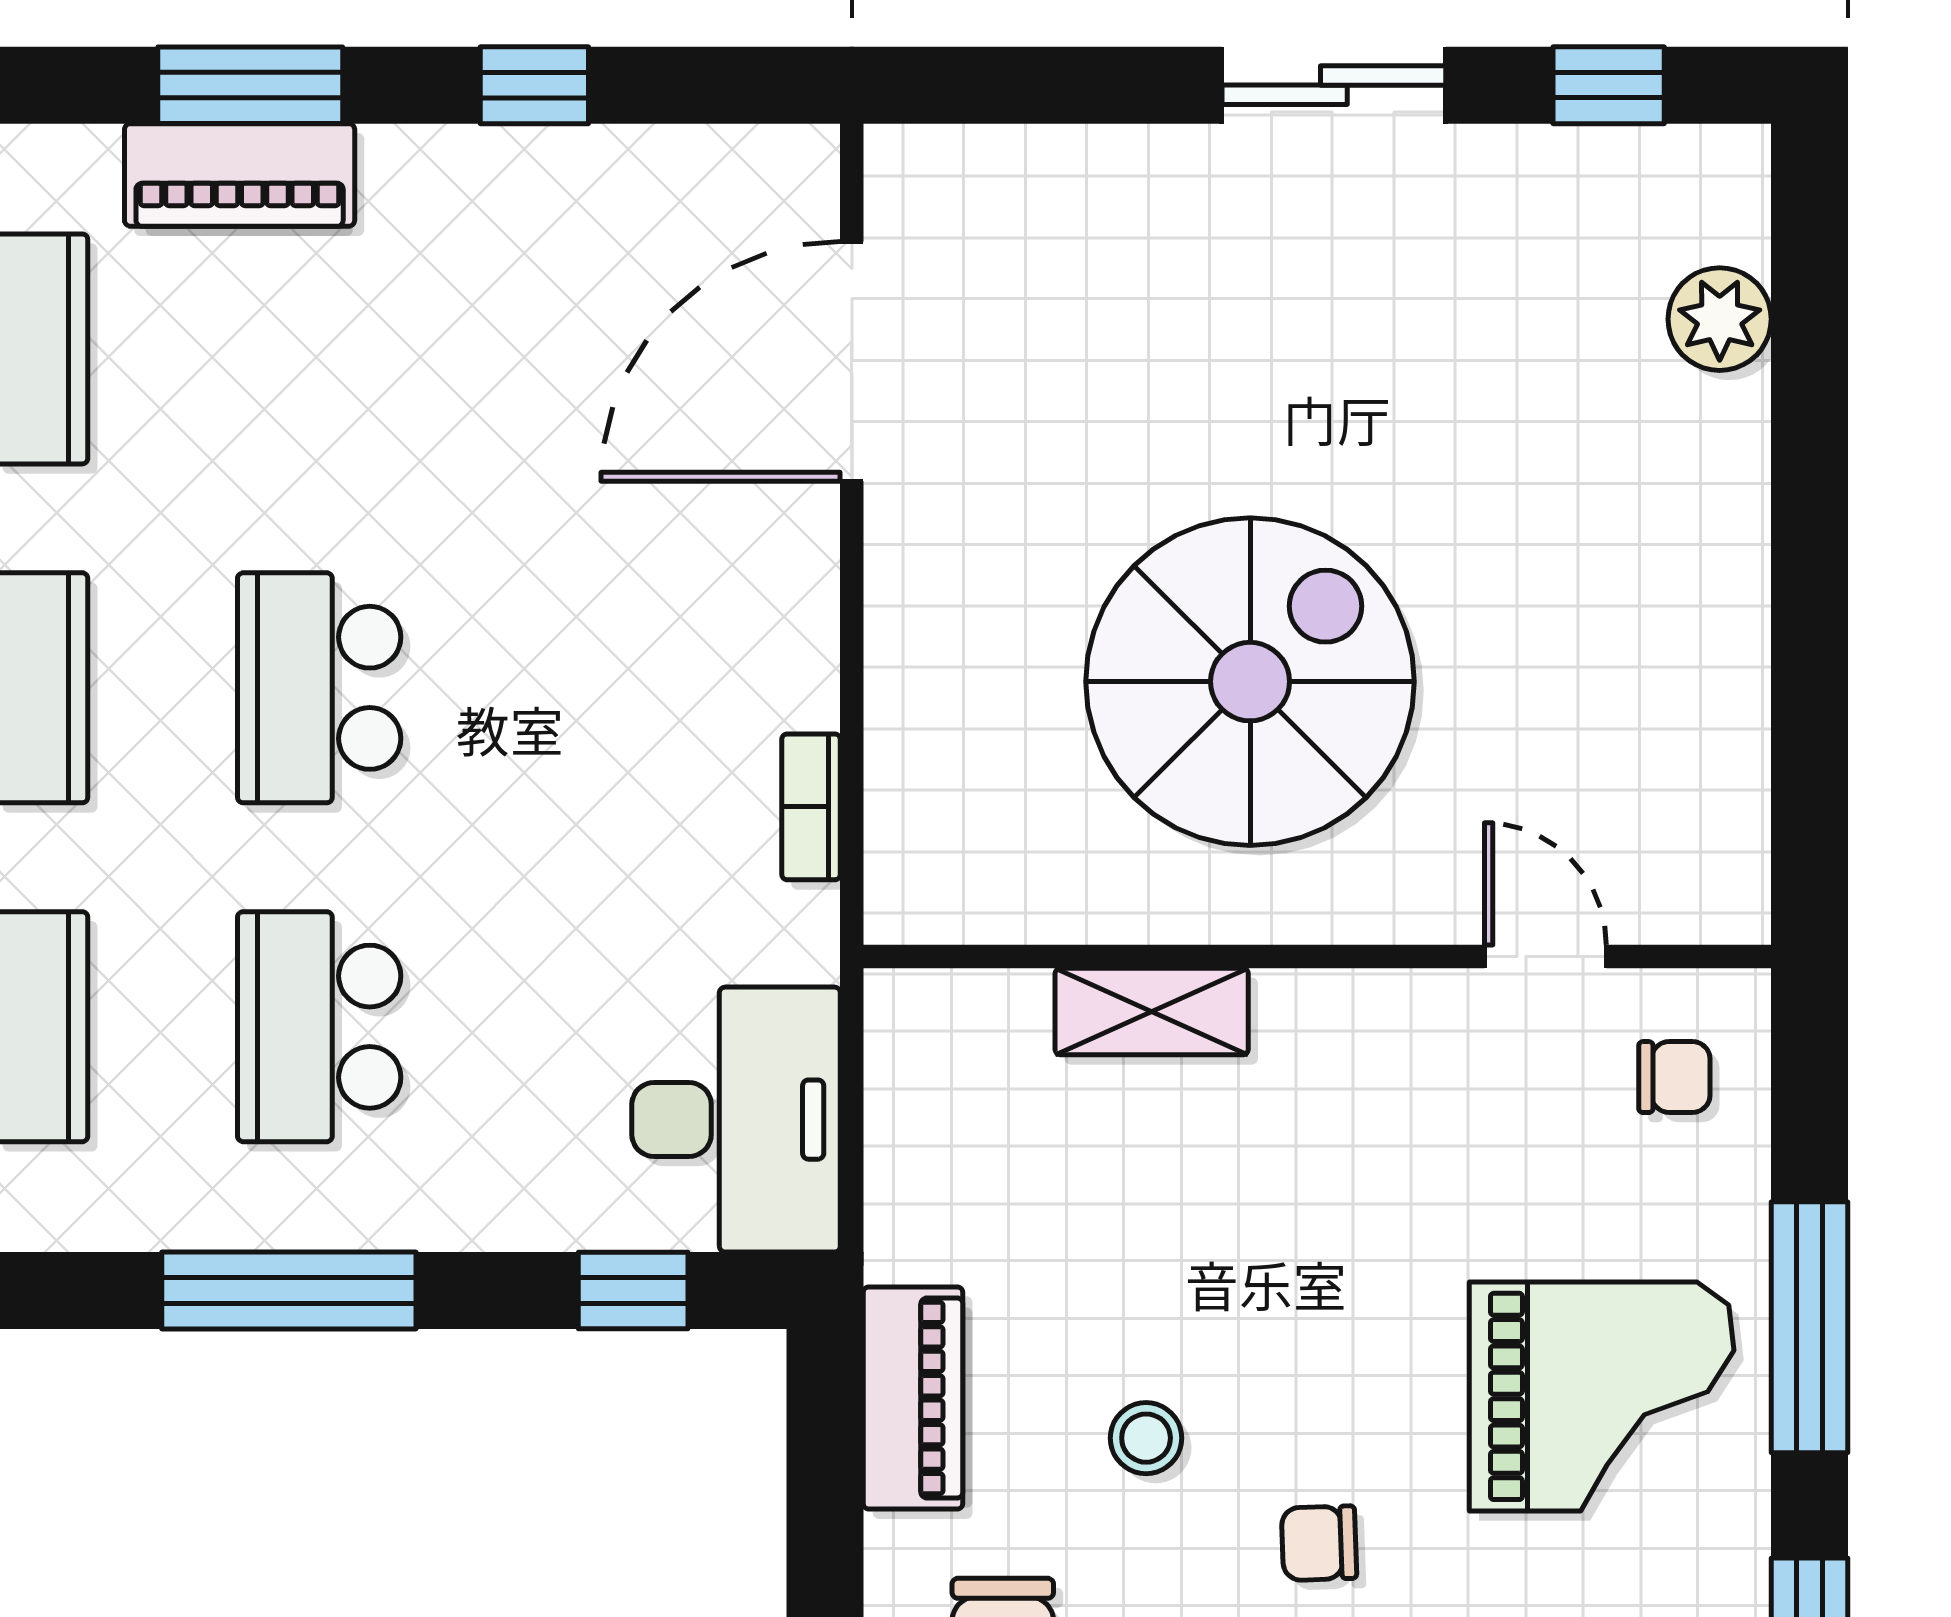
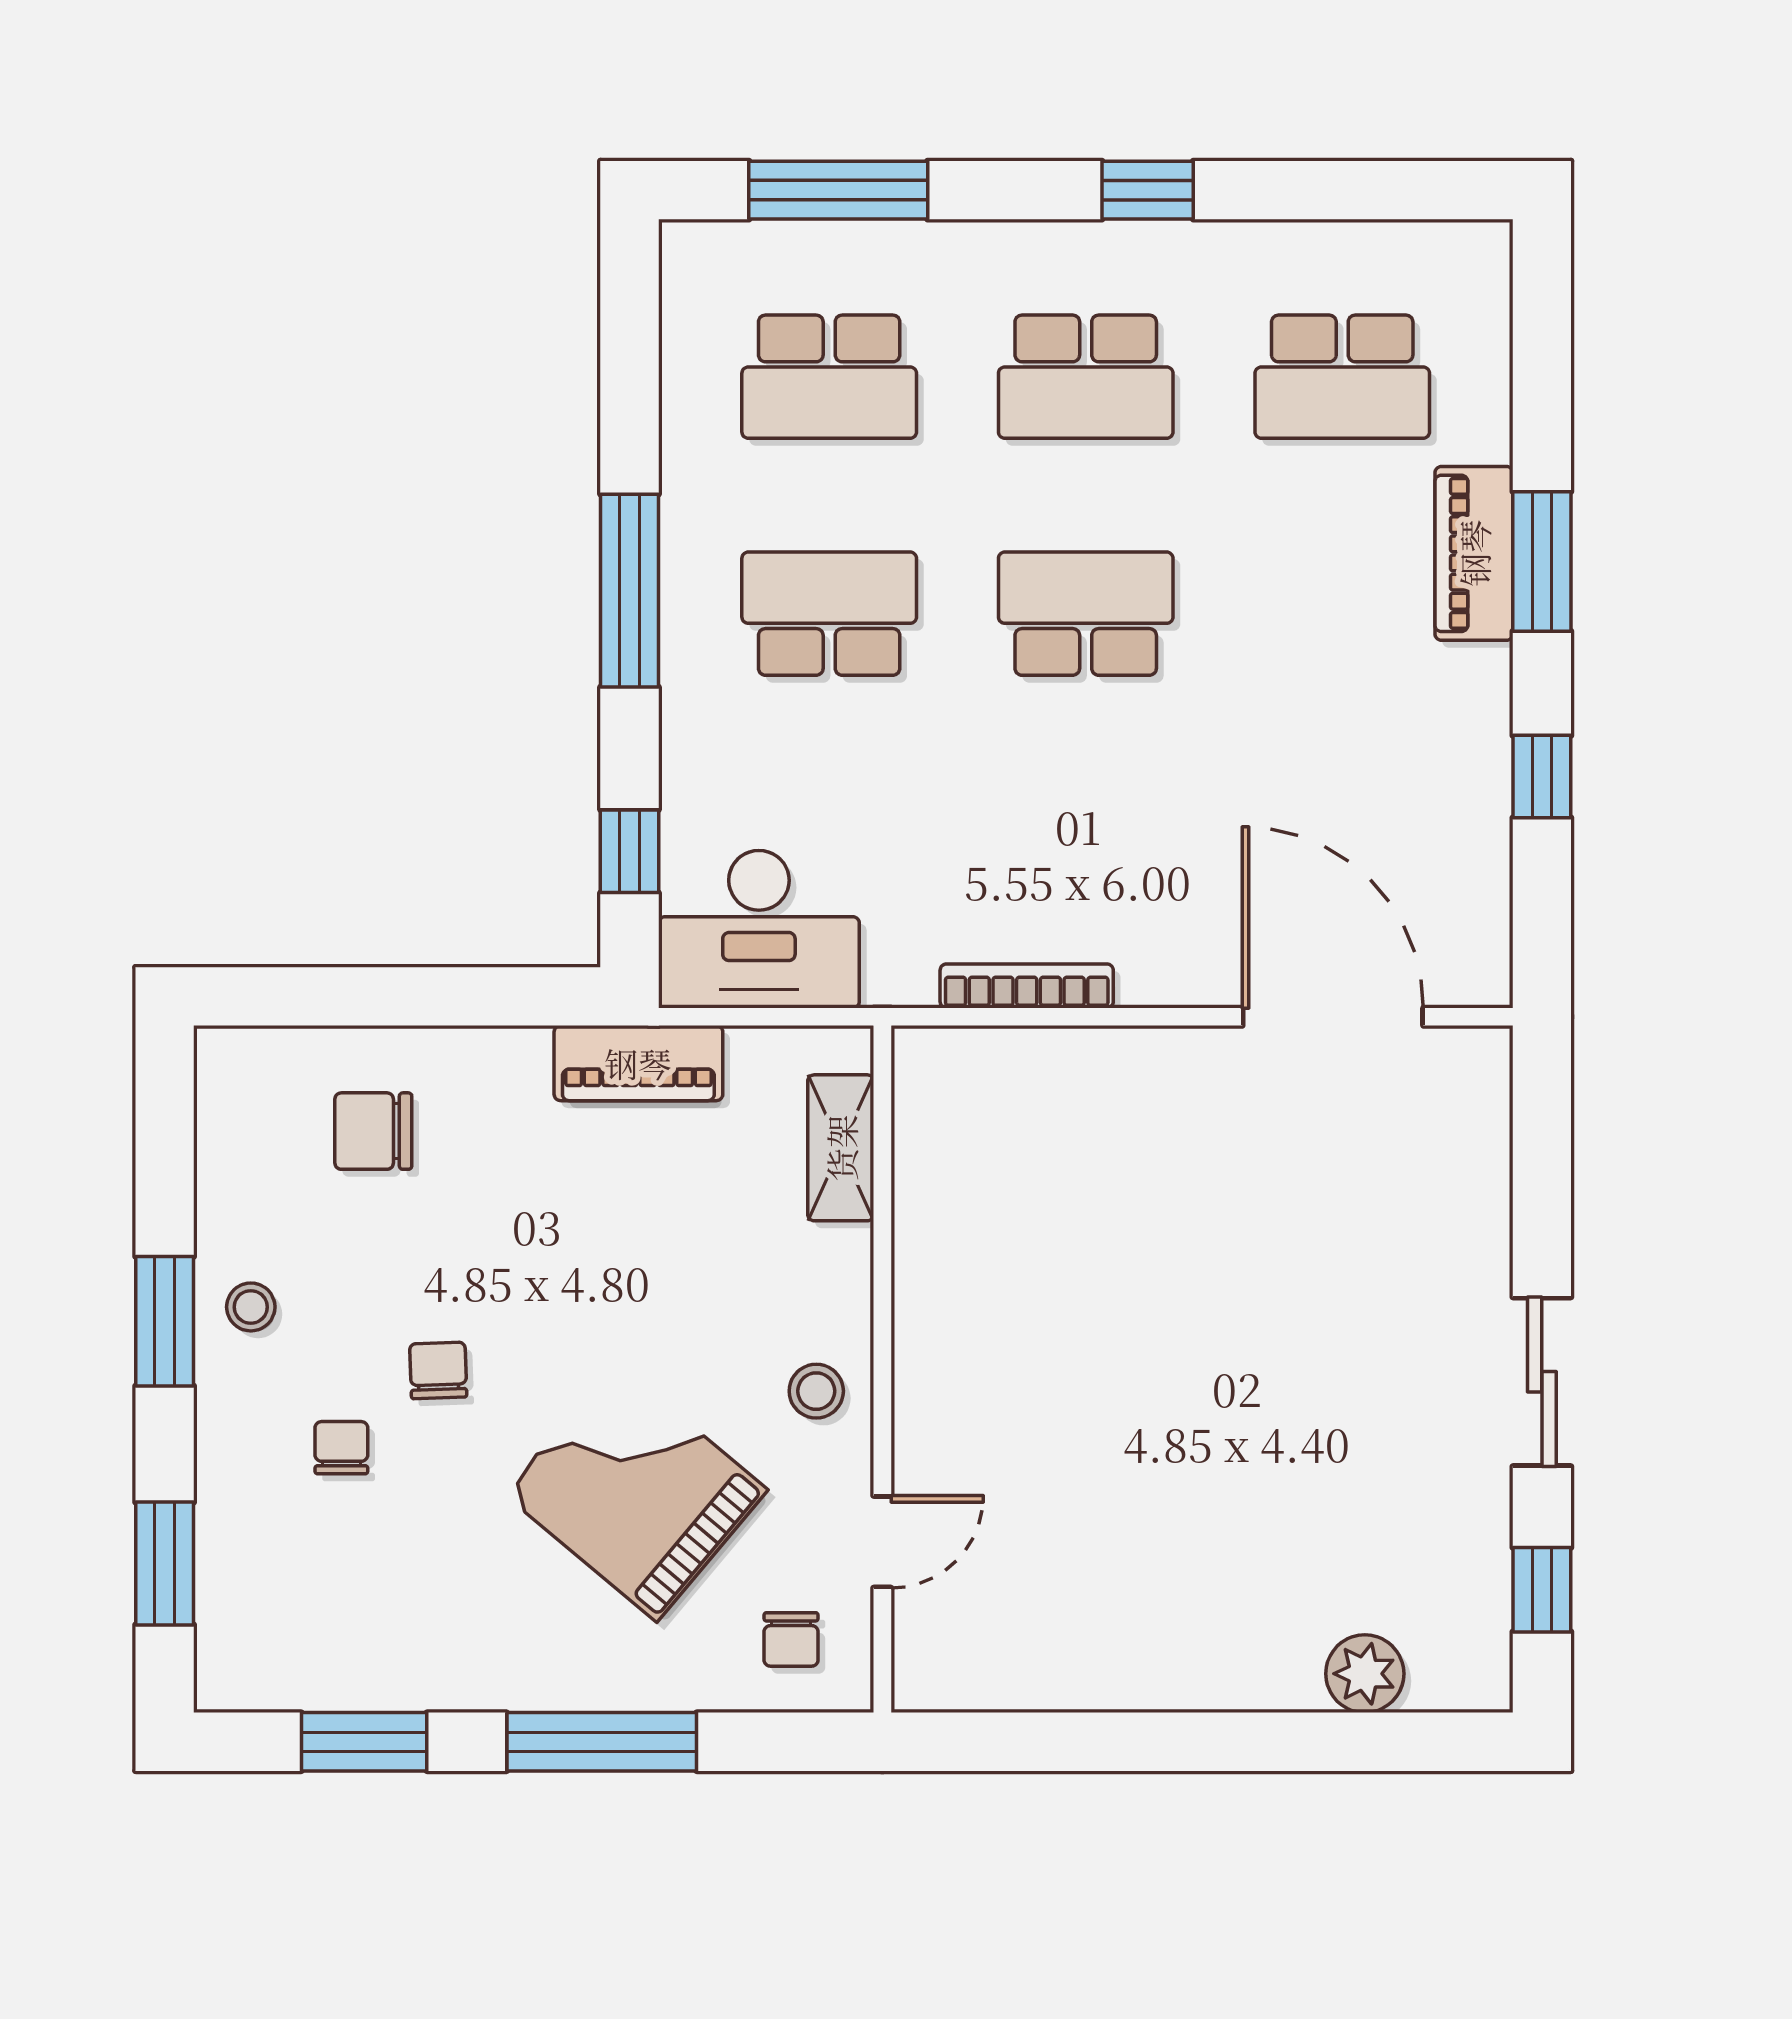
spiral stairs: (1250, 682) -> (1090, 1318), removed
bookcase: (811, 807) -> (1027, 986), width x1.56
shelving: (1152, 1011) -> (841, 1148), moved
grand piano: (1602, 1396) -> (636, 1492), moved, turned 130
piano: (913, 1398) -> (638, 1063), moved
stool: (1146, 1438) -> (816, 1391), moved

